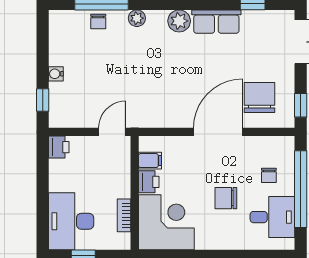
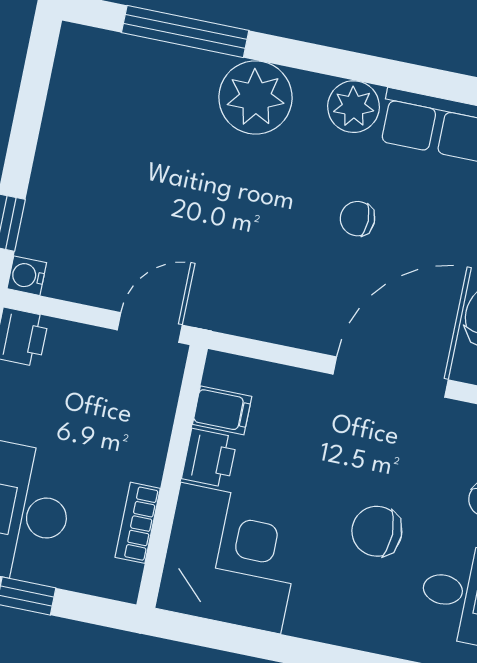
plant: (137, 18) -> (255, 97), width x1.87, depth x1.87
chair: (98, 21) -> (358, 219), moved, turned 90
water cooler: (56, 74) -> (27, 276), moved

